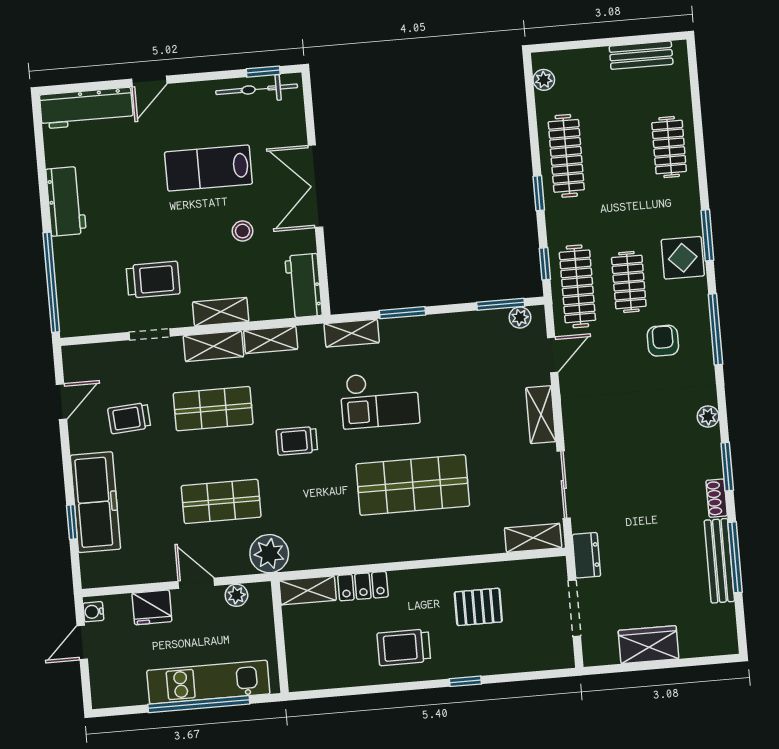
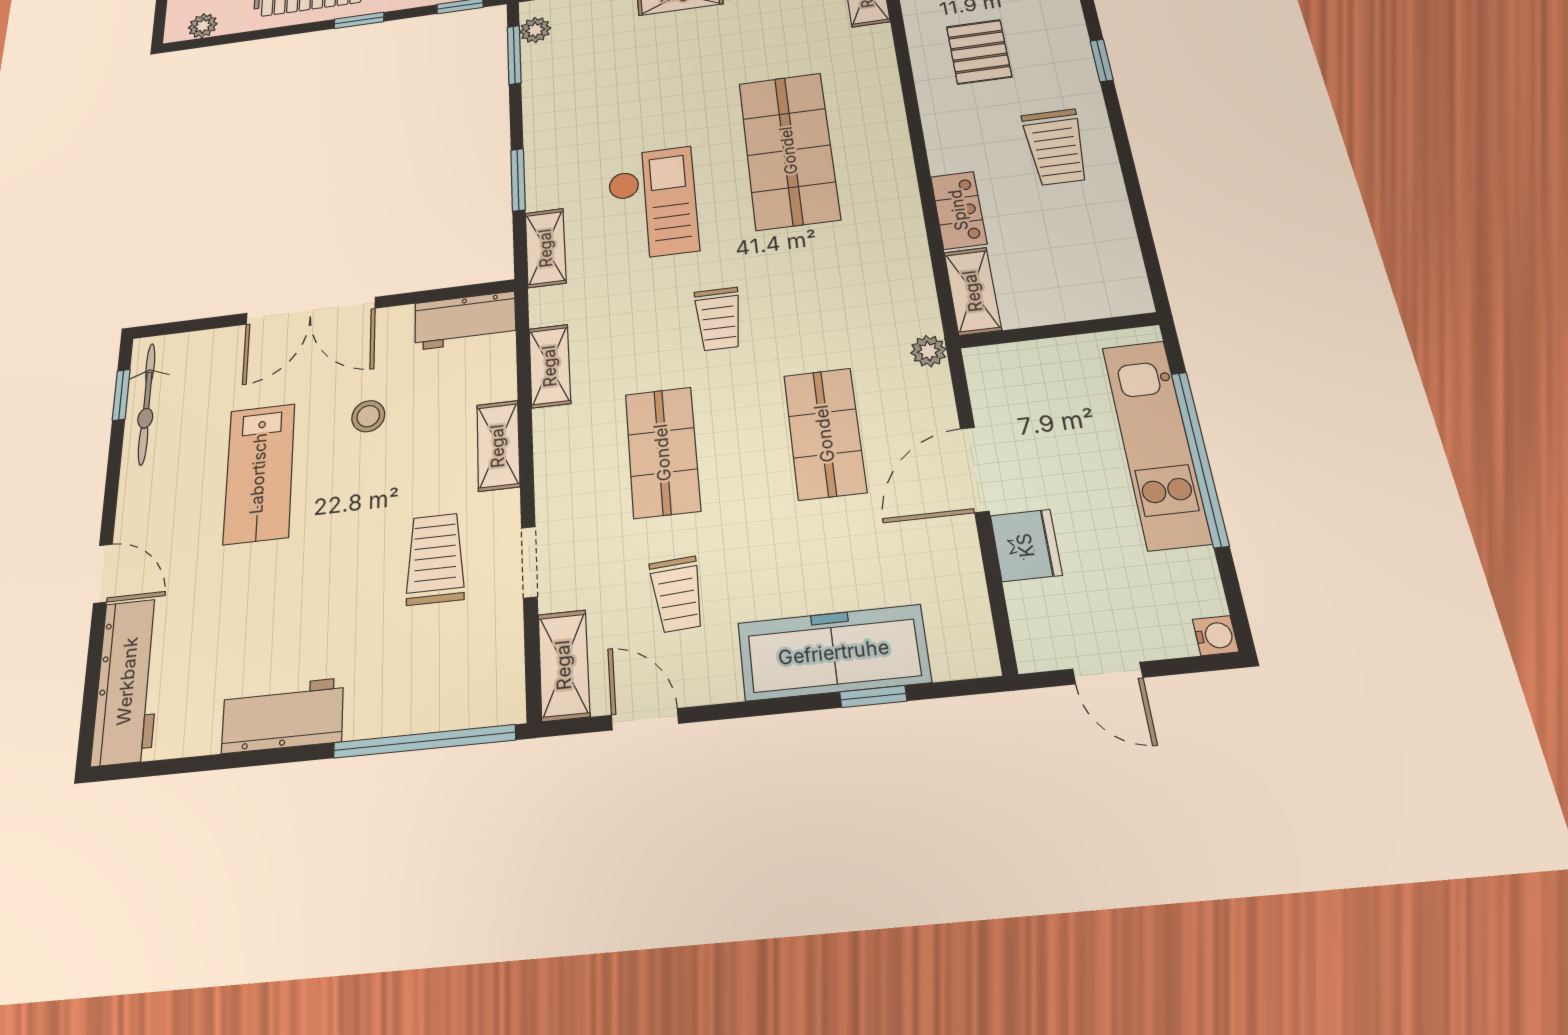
shelving: (213, 346) -> (564, 665), moved
plant: (269, 554) -> (928, 351), width x0.53, depth x0.53
door: (196, 583) -> (975, 469), width x1.38
plant: (236, 595) -> (991, 402), removed
water cooler: (93, 612) -> (1216, 636), moved, turned -90

